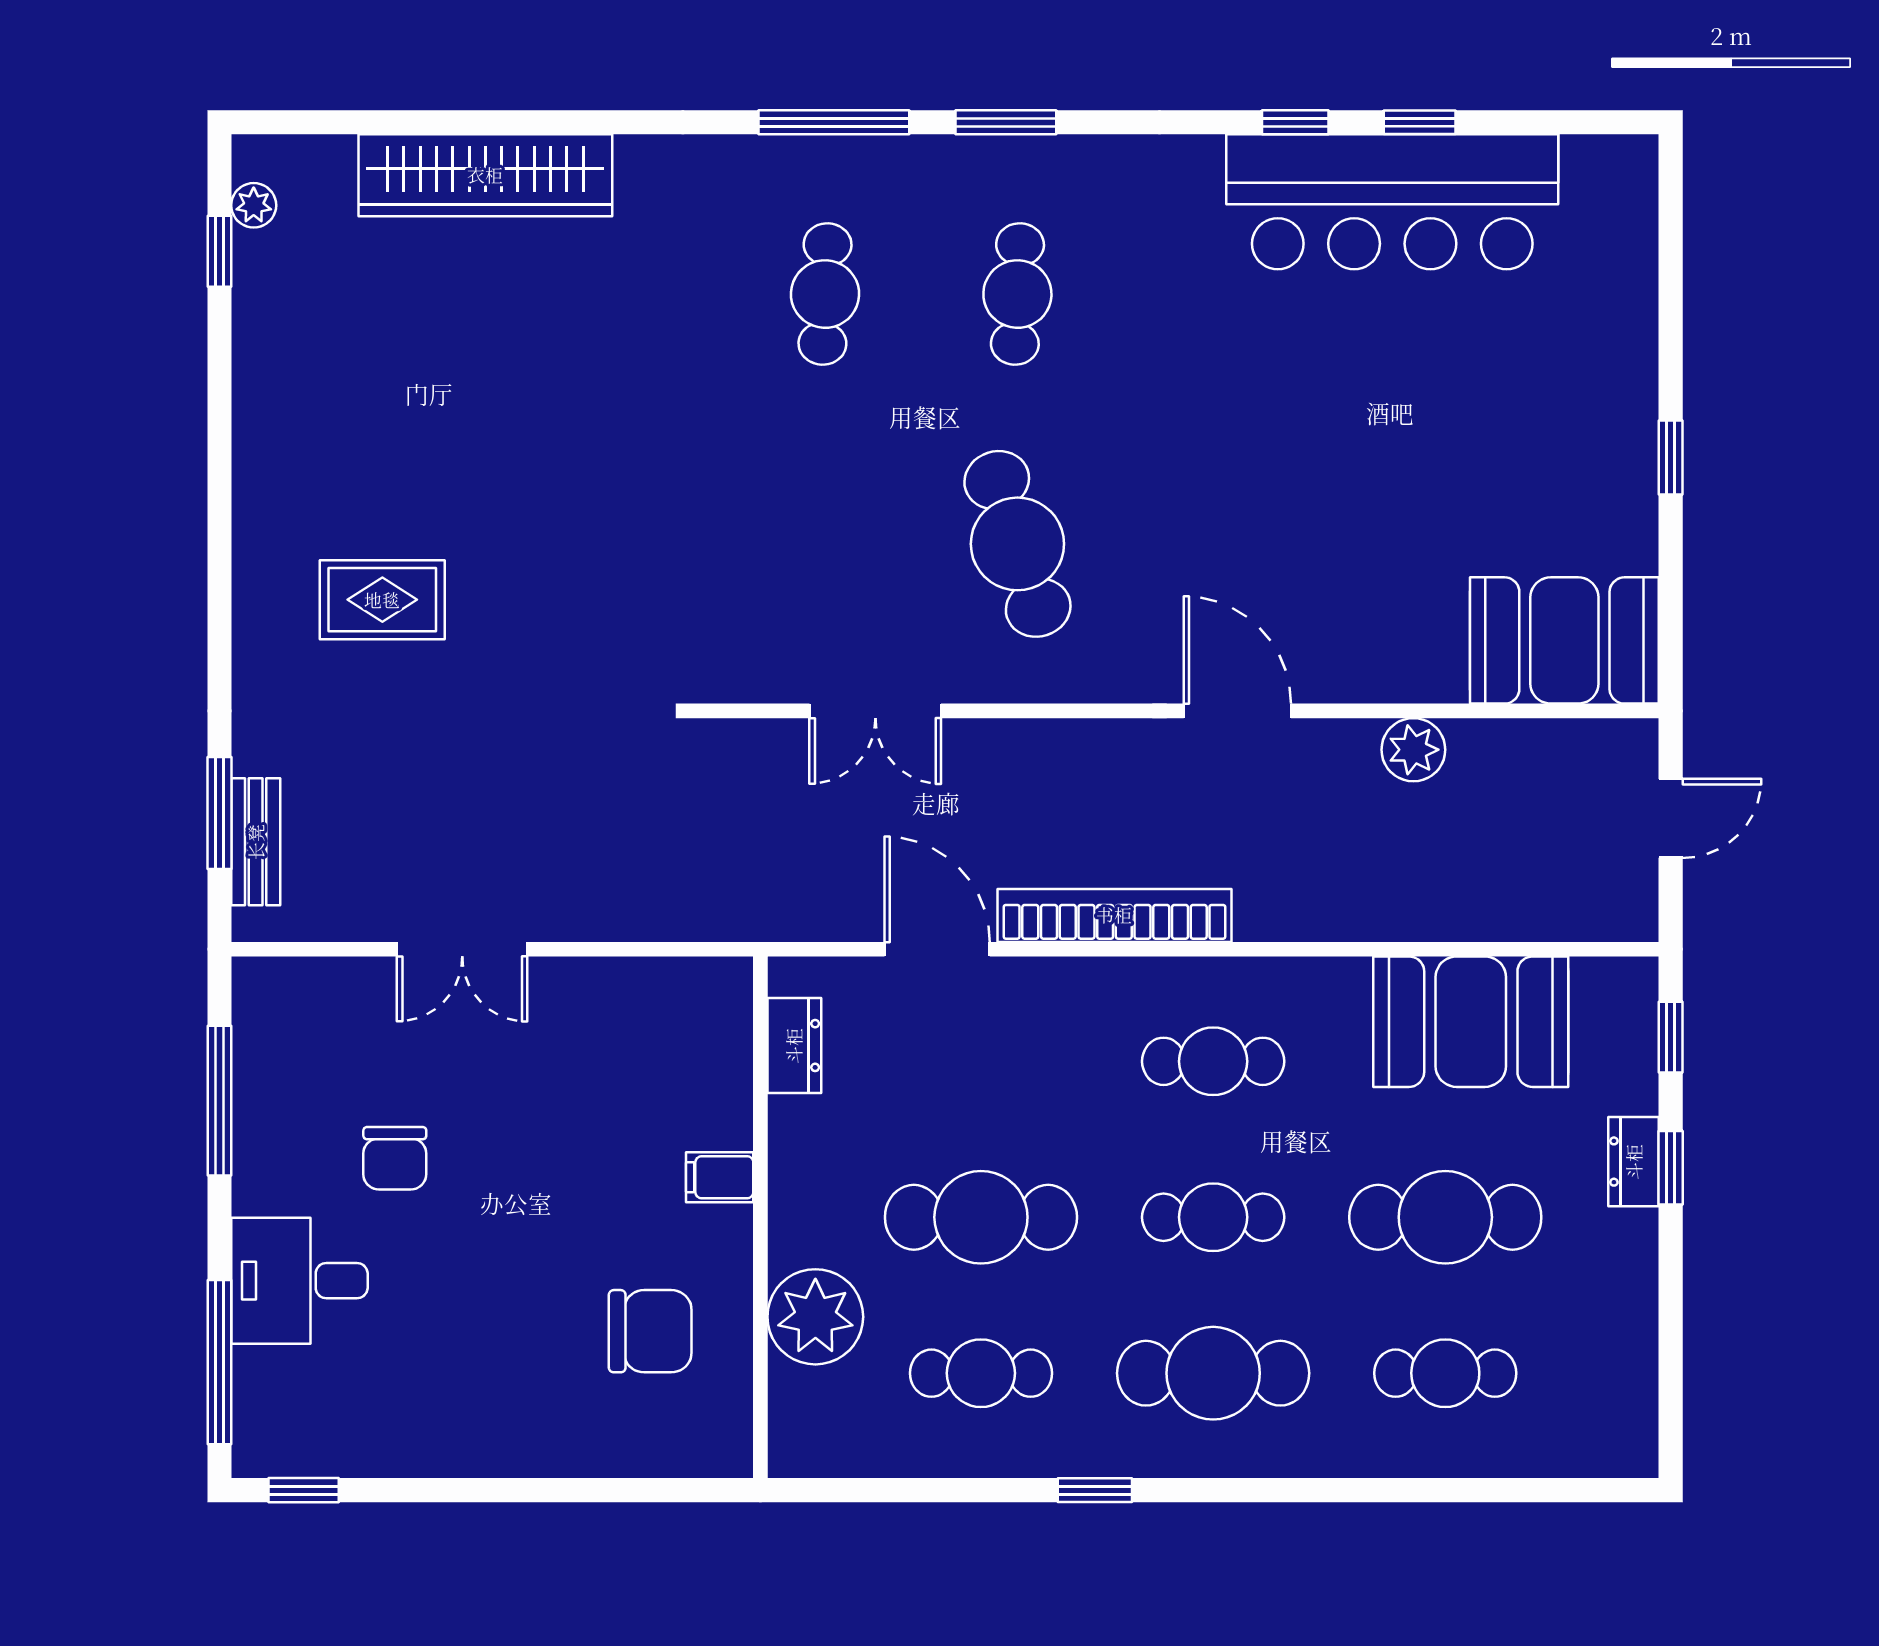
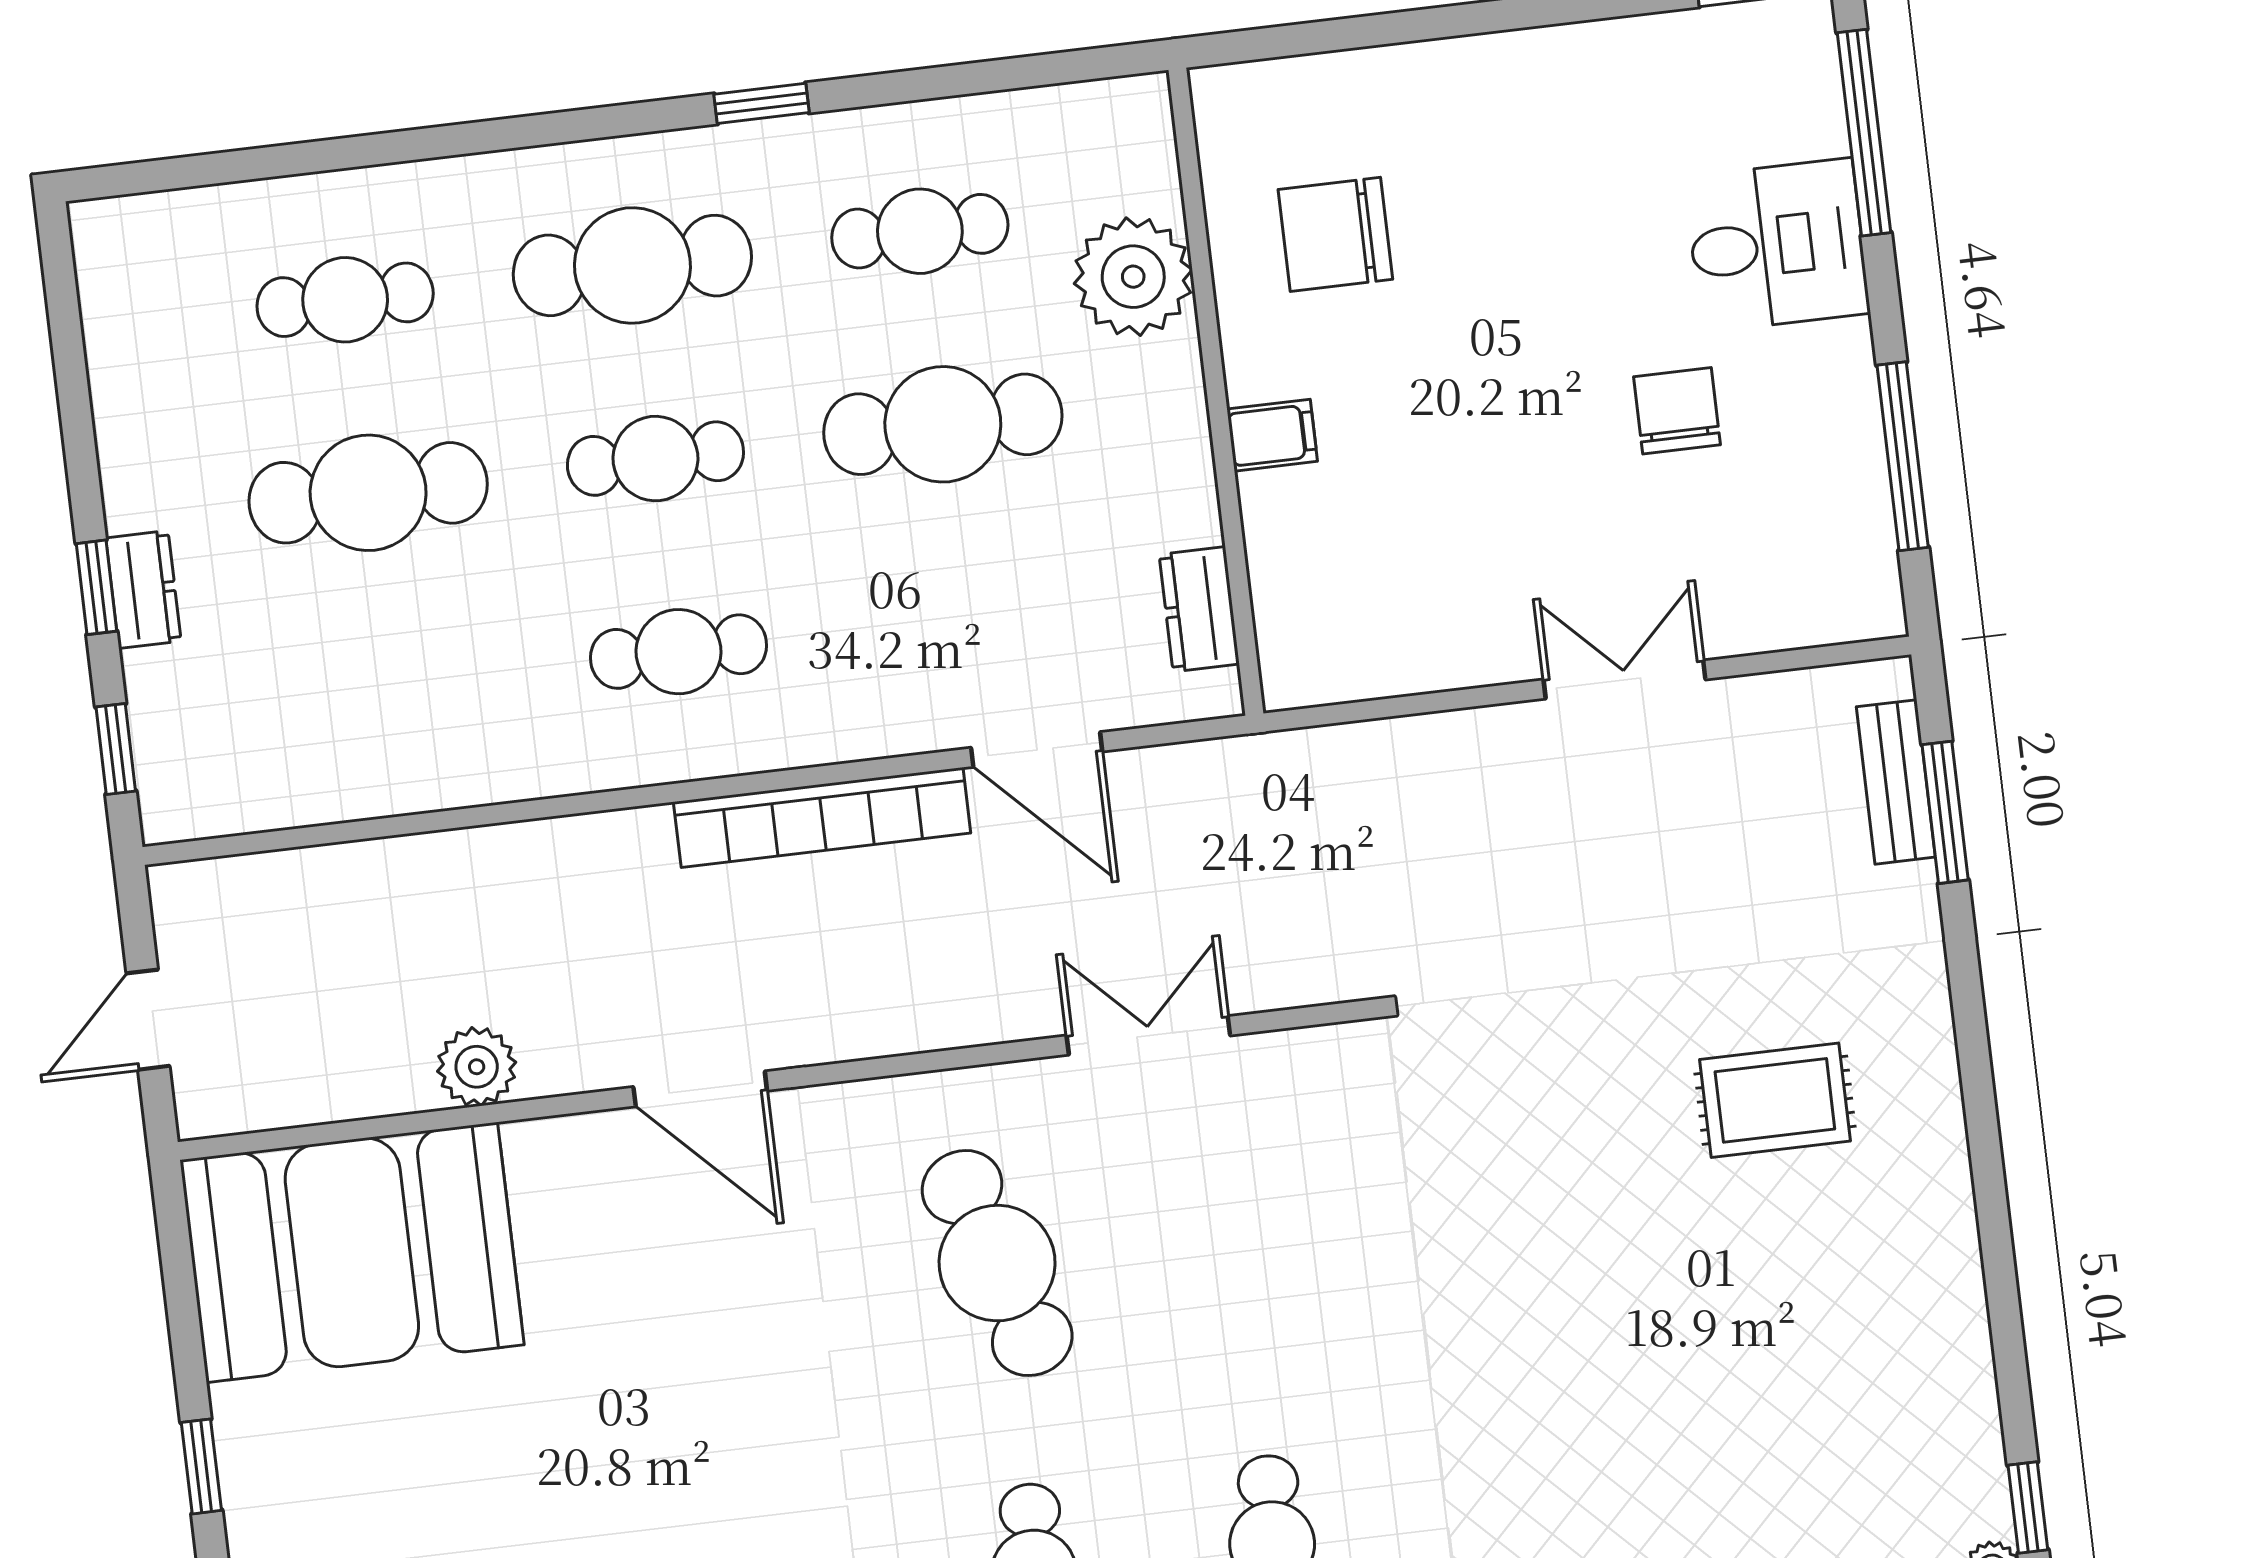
booth: (1564, 640) -> (352, 1252), width x1.36, depth x1.42
booth: (1471, 1022) -> (365, 739), removed

